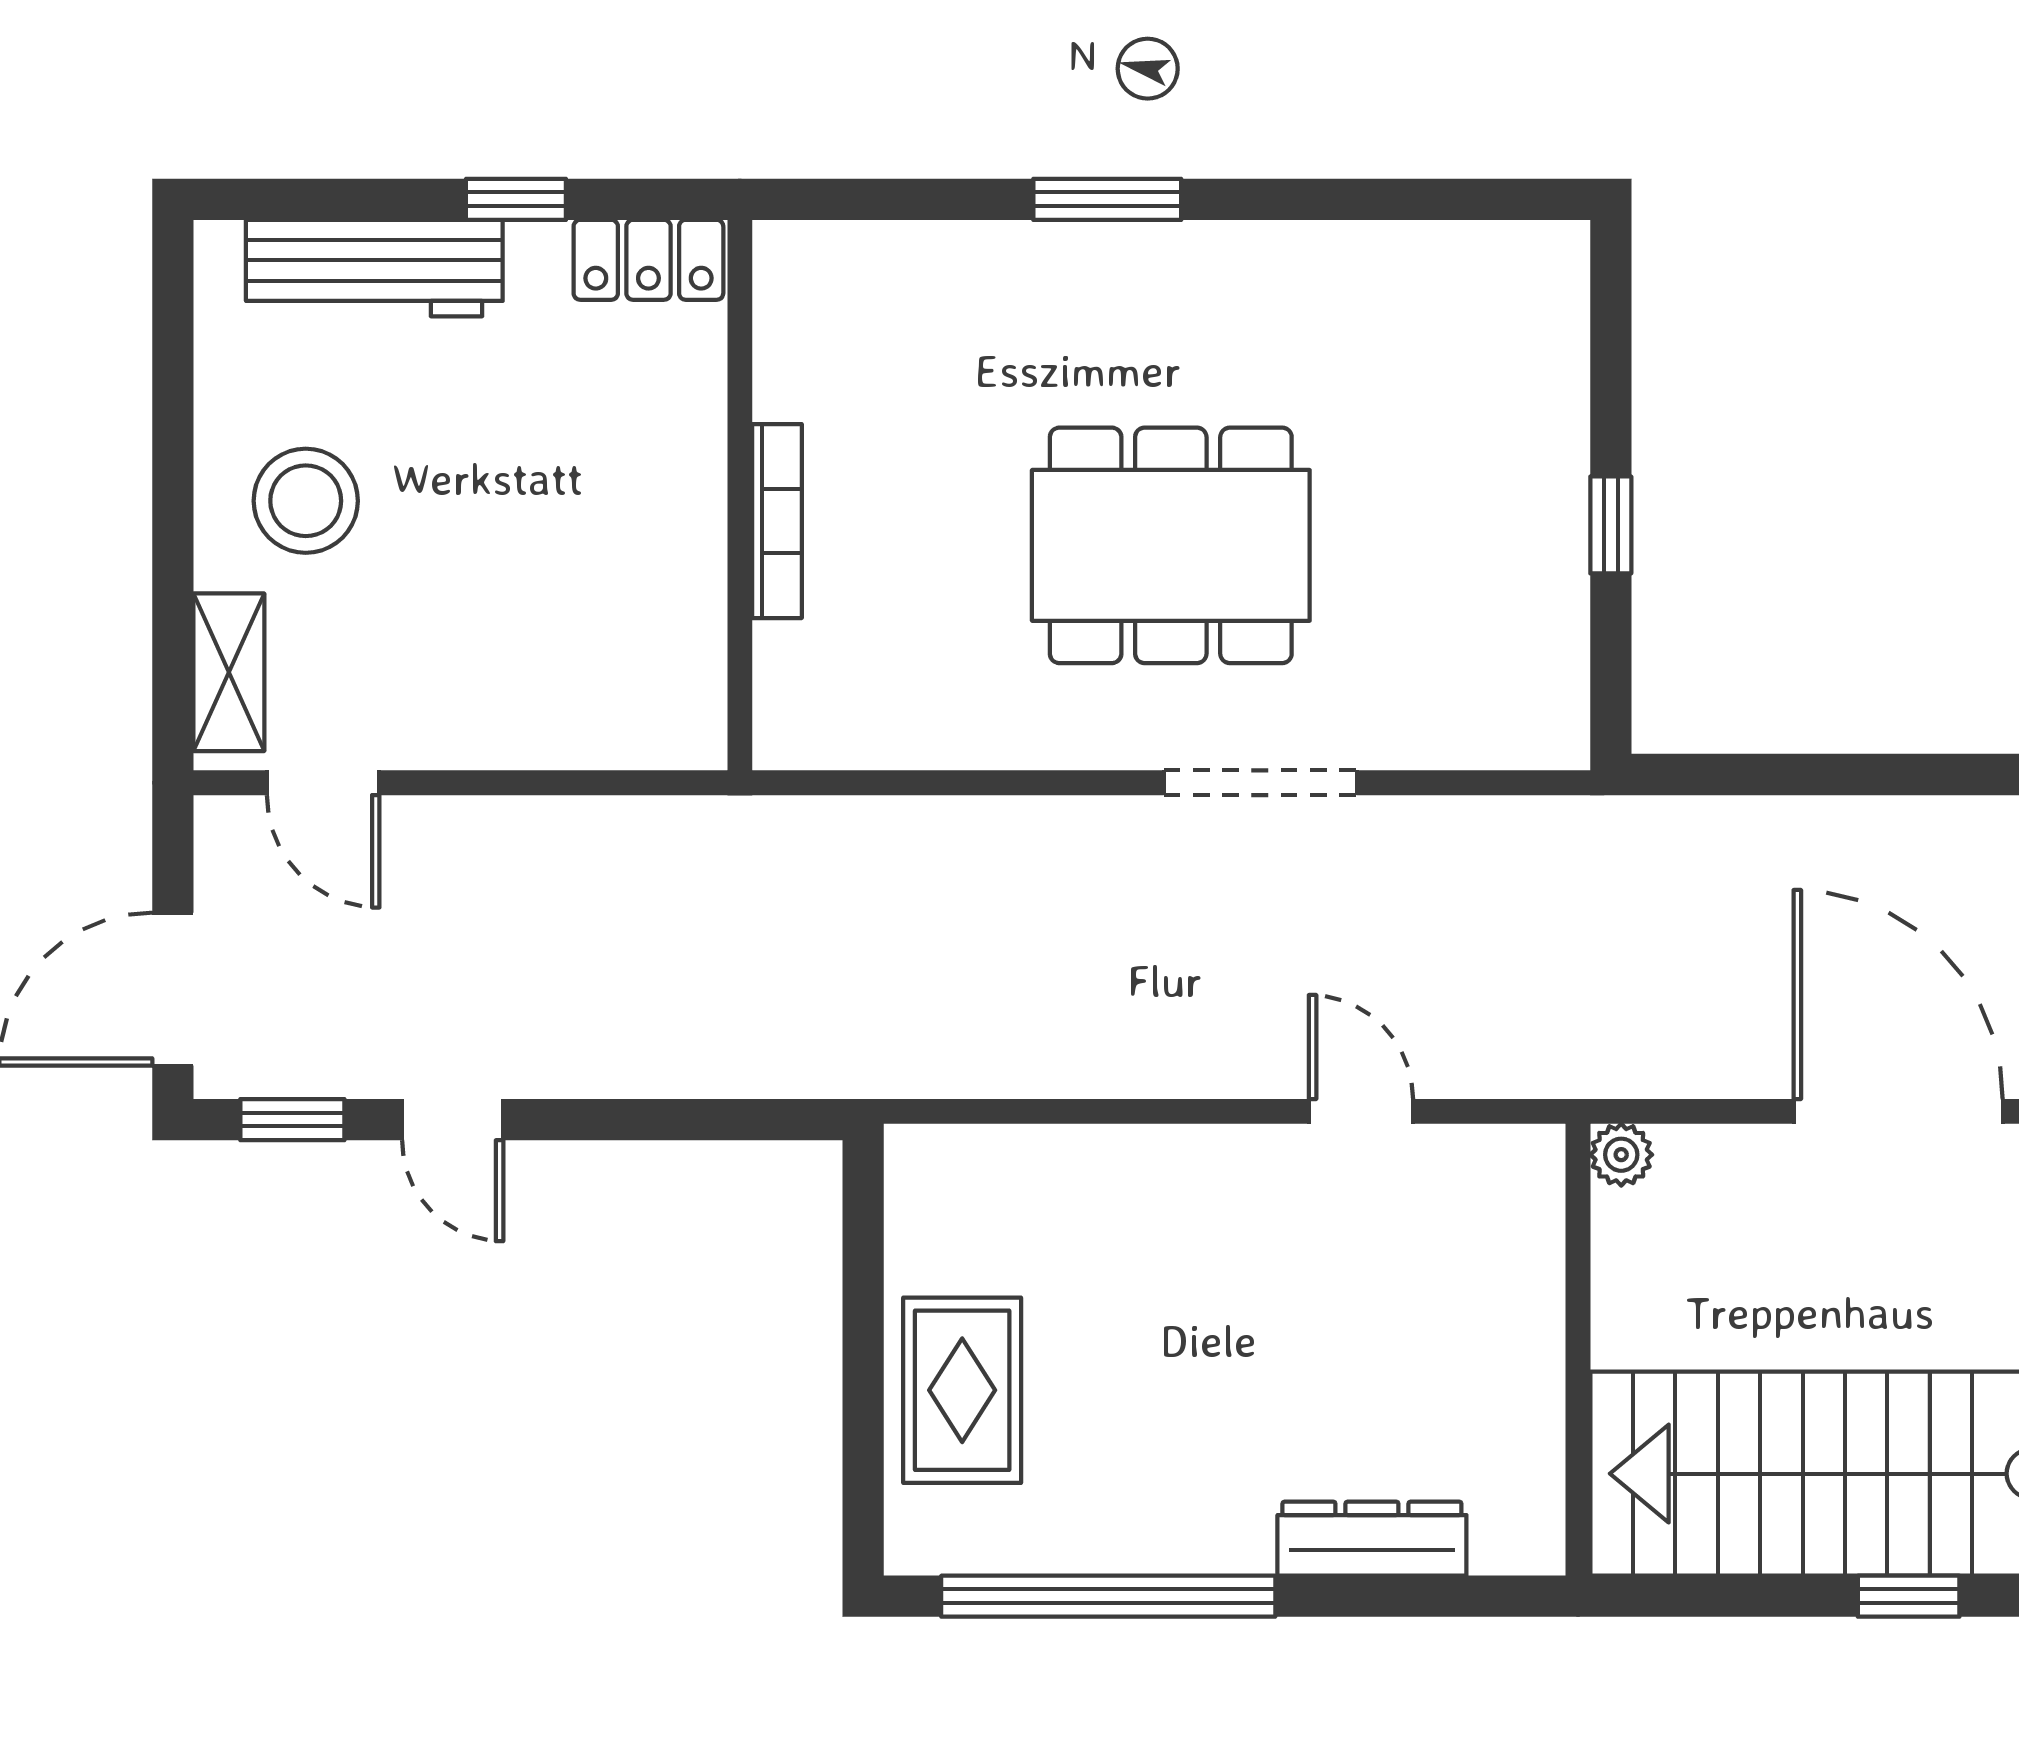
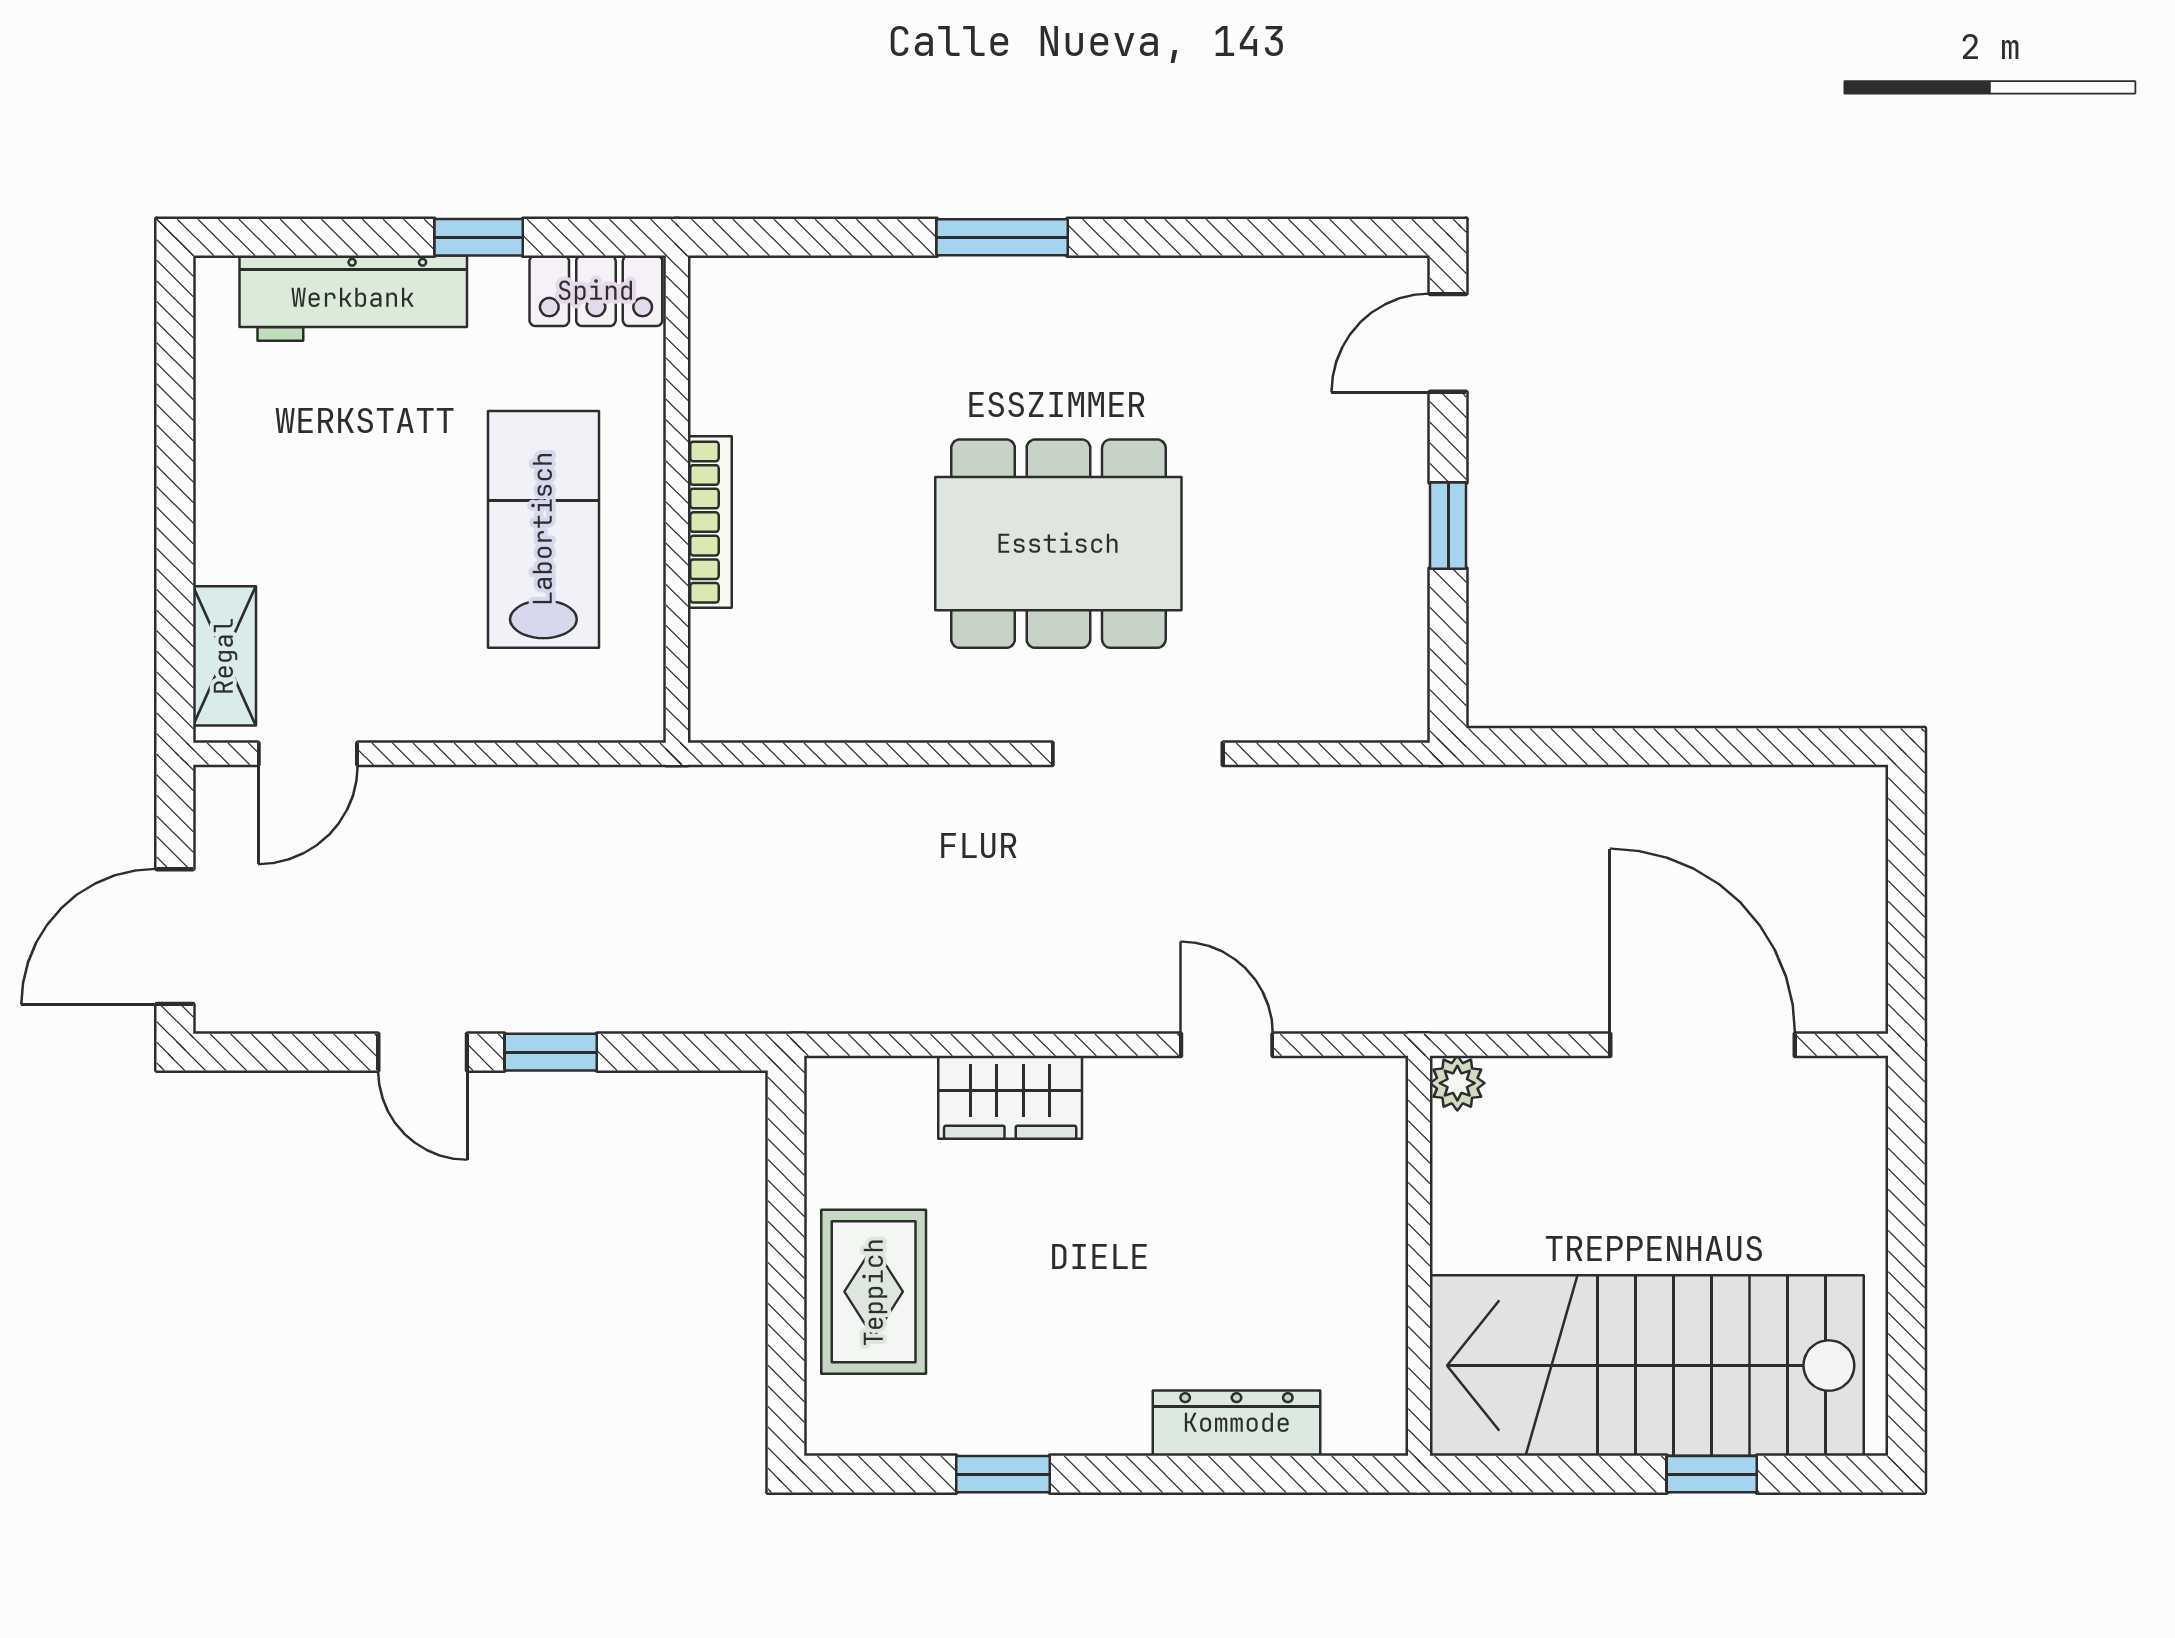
door: (1611, 319) -> (1448, 343), added
stool: (306, 501) -> (292, 504), removed
lab bench: (589, 529) -> (543, 529), added
door: (323, 783) -> (308, 754), hinge flipped
window: (292, 1120) -> (551, 1052), moved
wardrobe: (1116, 1171) -> (1010, 1097), added
window: (1108, 1596) -> (1003, 1474), width x0.32

